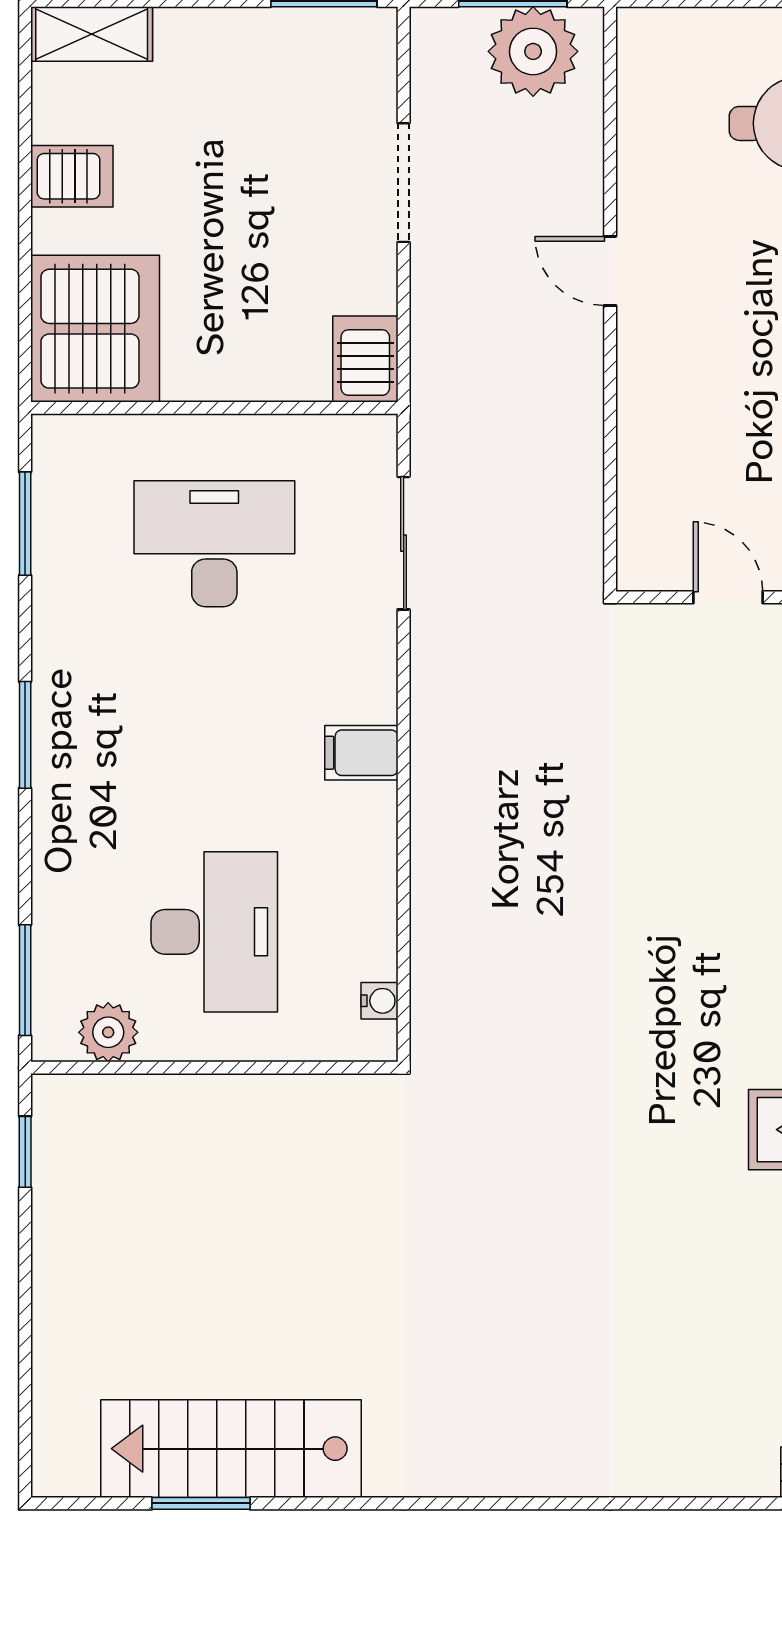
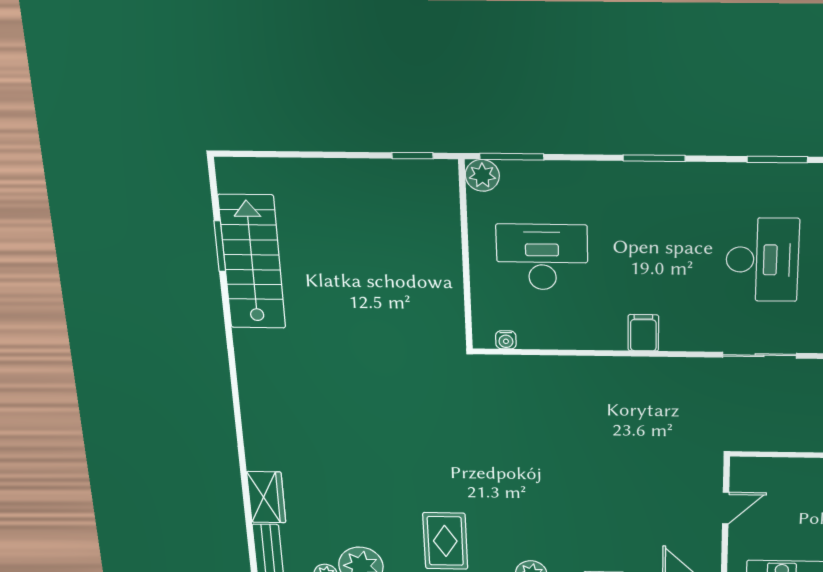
desk: (214, 932) -> (542, 257), turned 180
plant: (108, 1032) -> (482, 175), moved
wardrobe: (720, 1465) -> (266, 497), added

